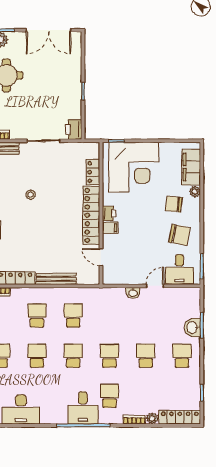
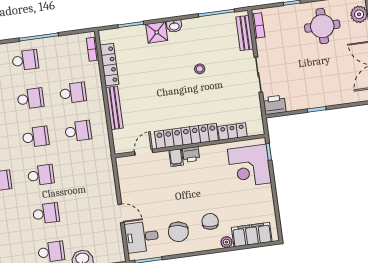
corner desk: (134, 167) -> (249, 166), width x0.74, depth x0.74
washbasin: (133, 293) -> (111, 191), removed

